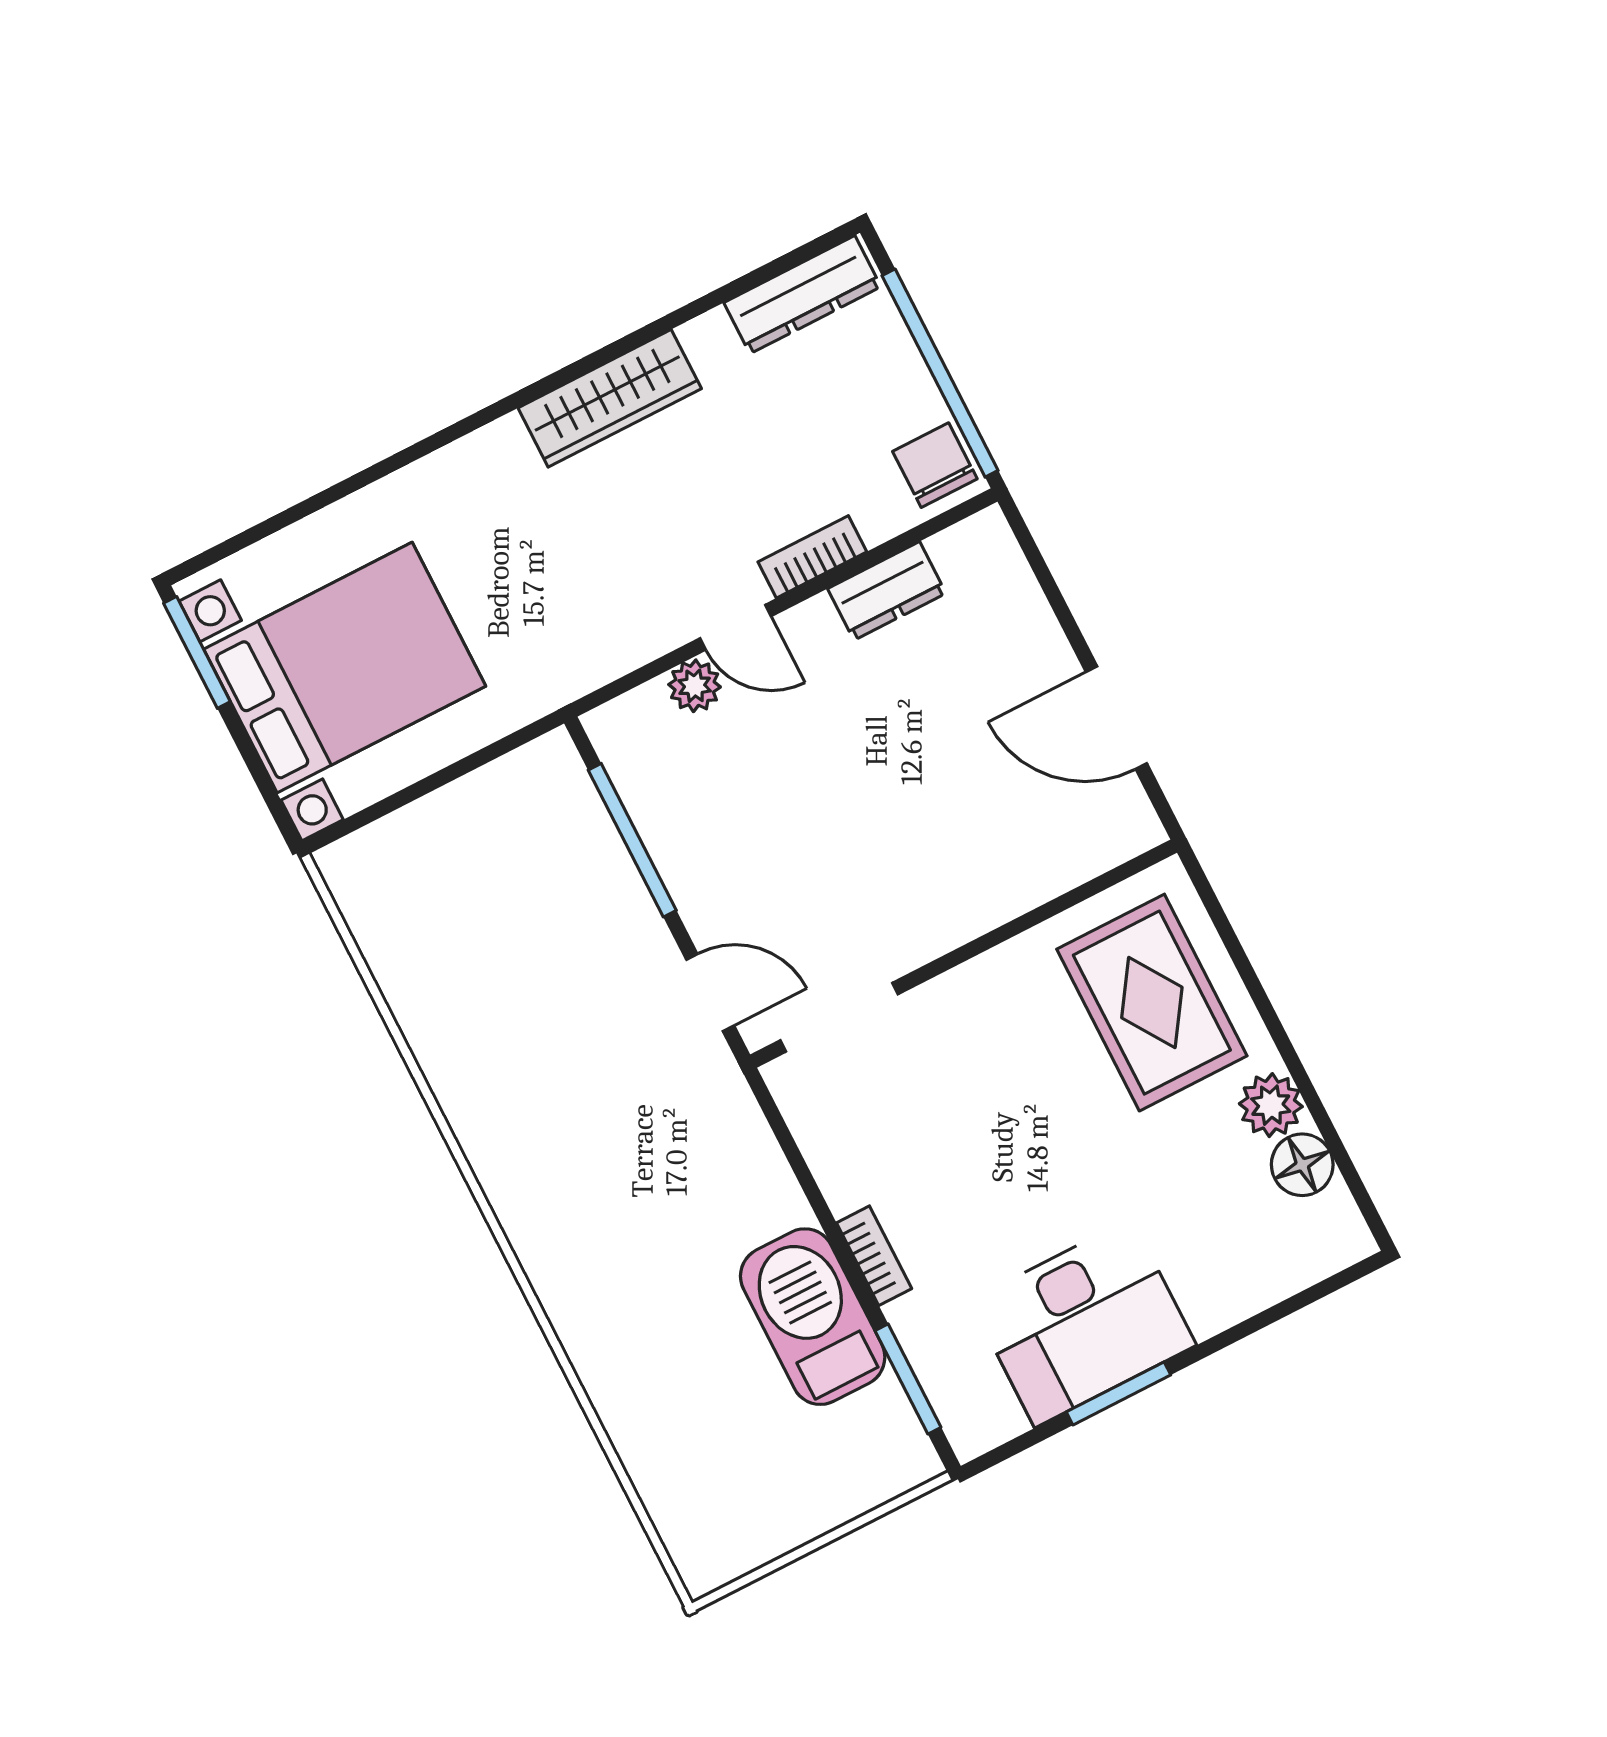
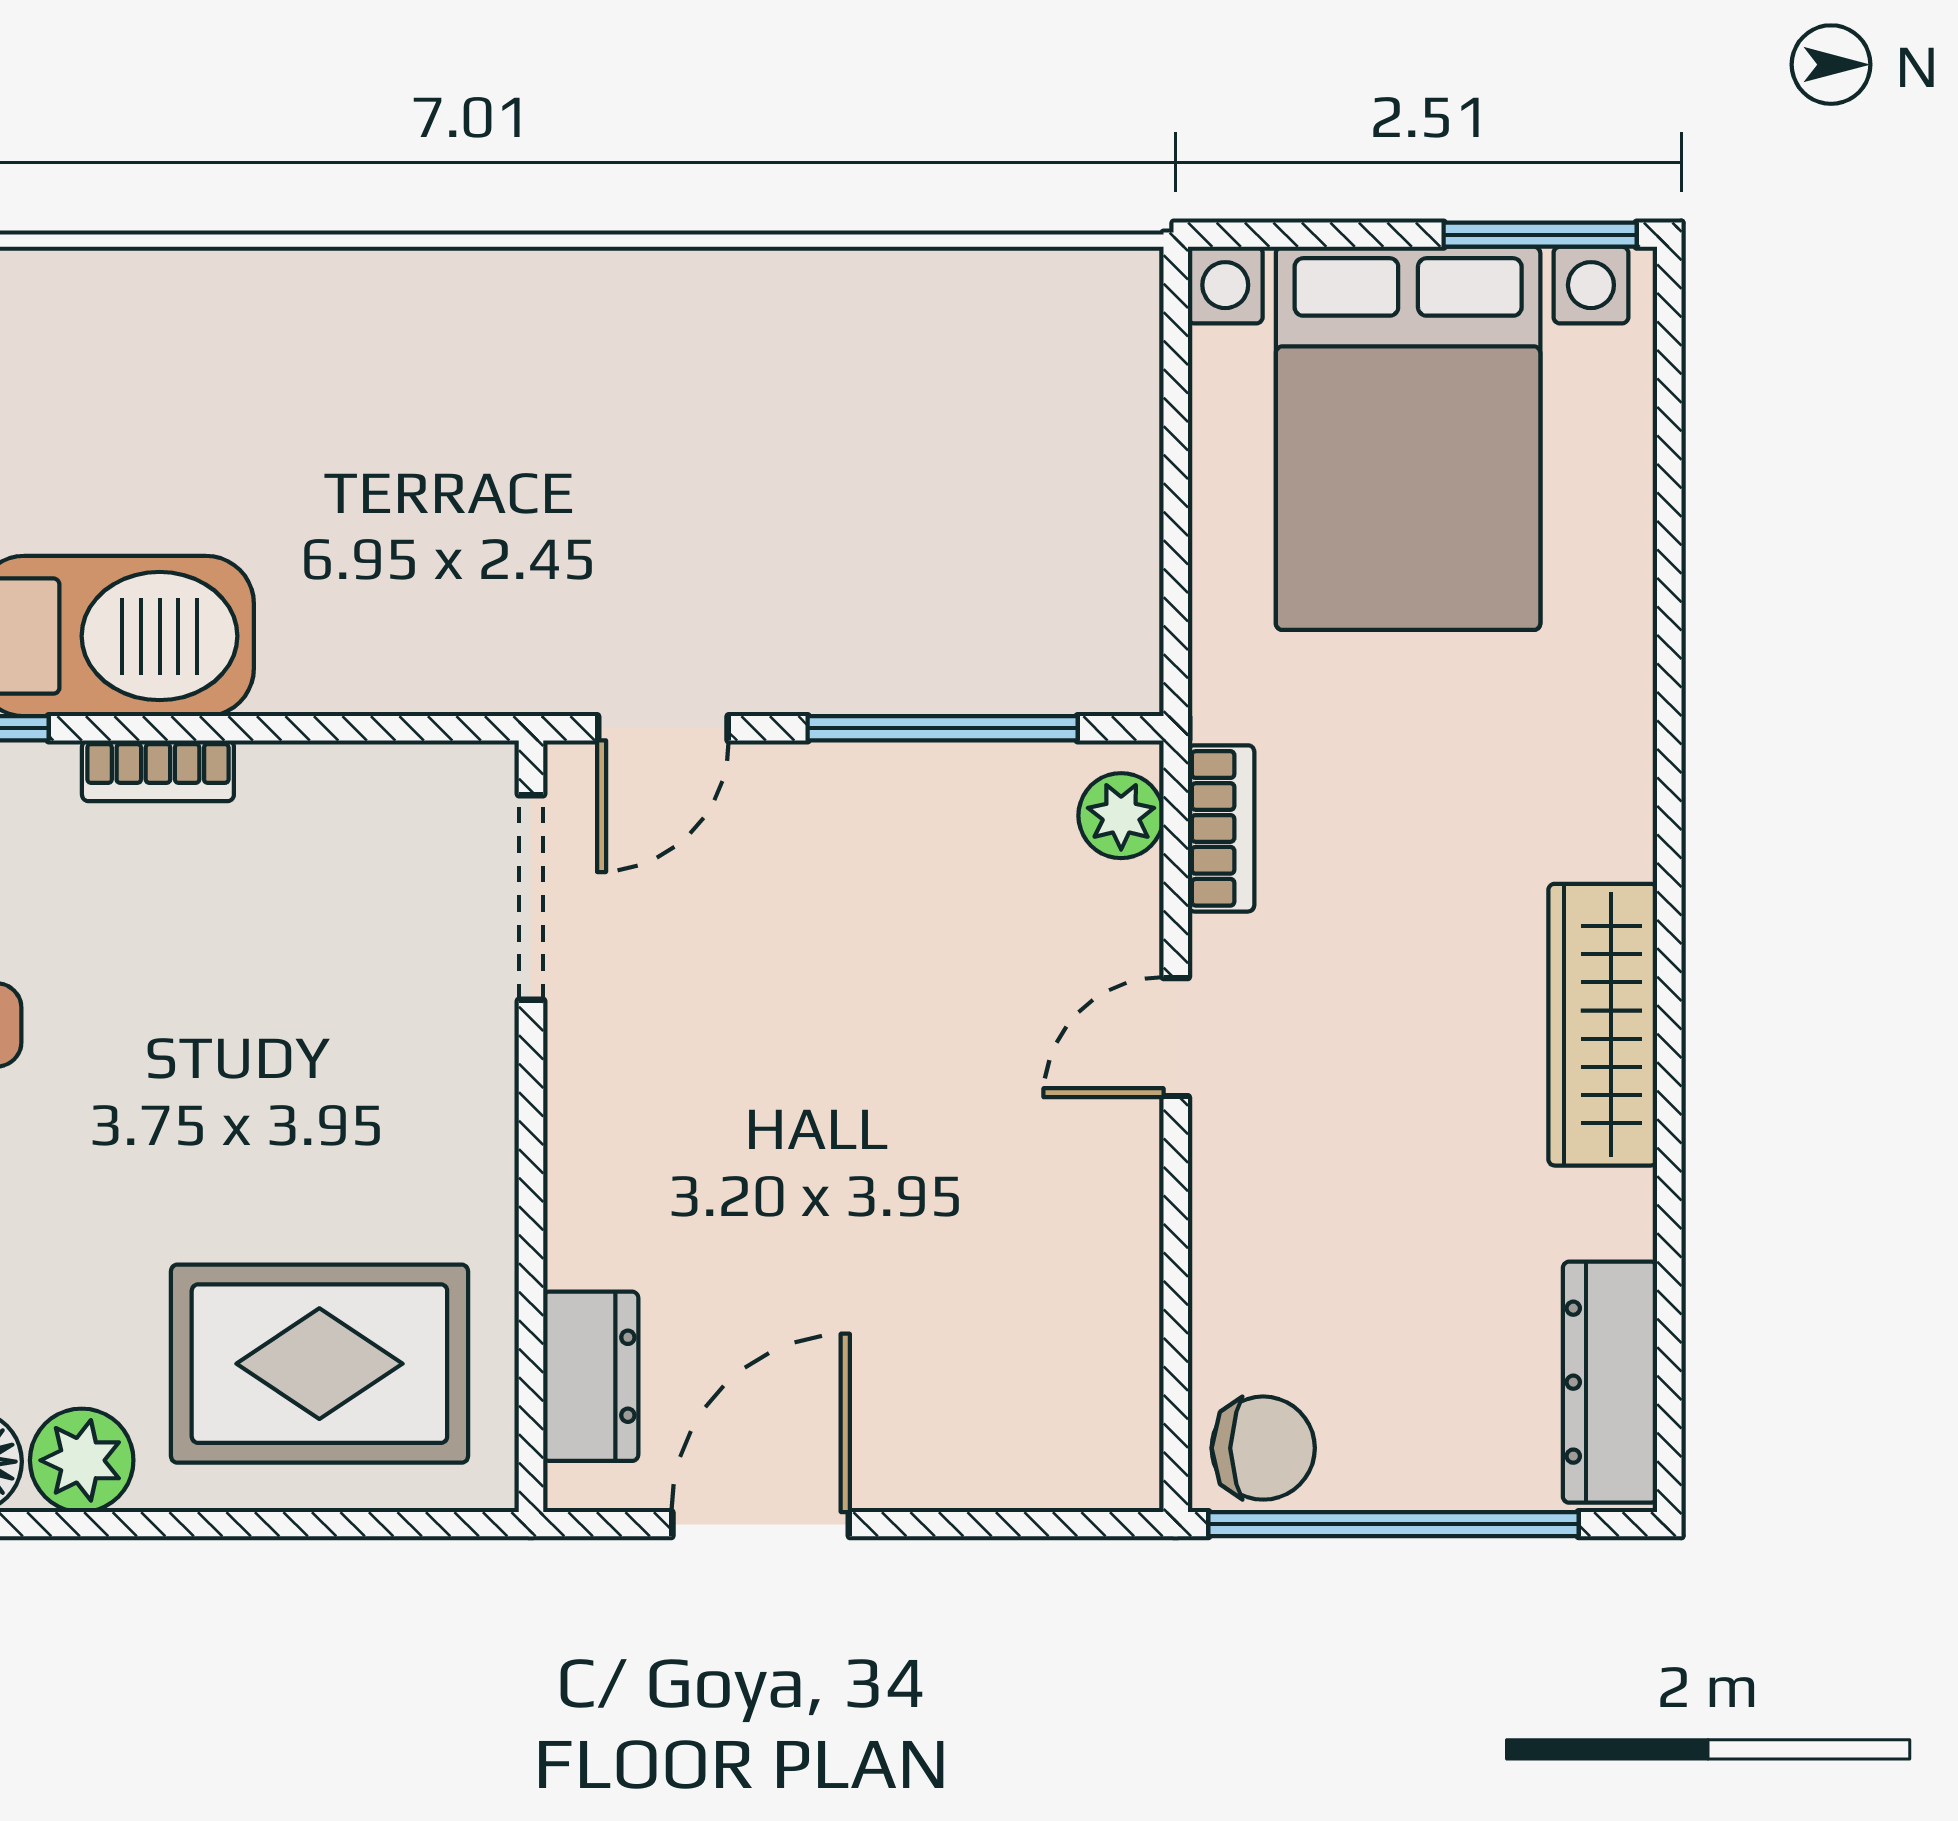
bookcase: (812, 557) -> (1221, 828), moved
dresser: (887, 591) -> (591, 1376), moved, turned 180
plant: (695, 686) -> (1121, 816), moved

